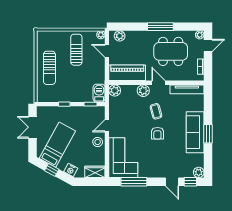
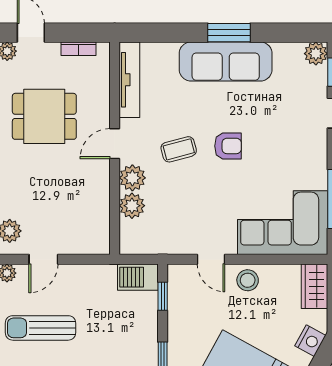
dining table: (171, 51) -> (44, 116), width x0.73
piano: (127, 73) -> (92, 214), removed
plant: (115, 90) -> (132, 206), moved

